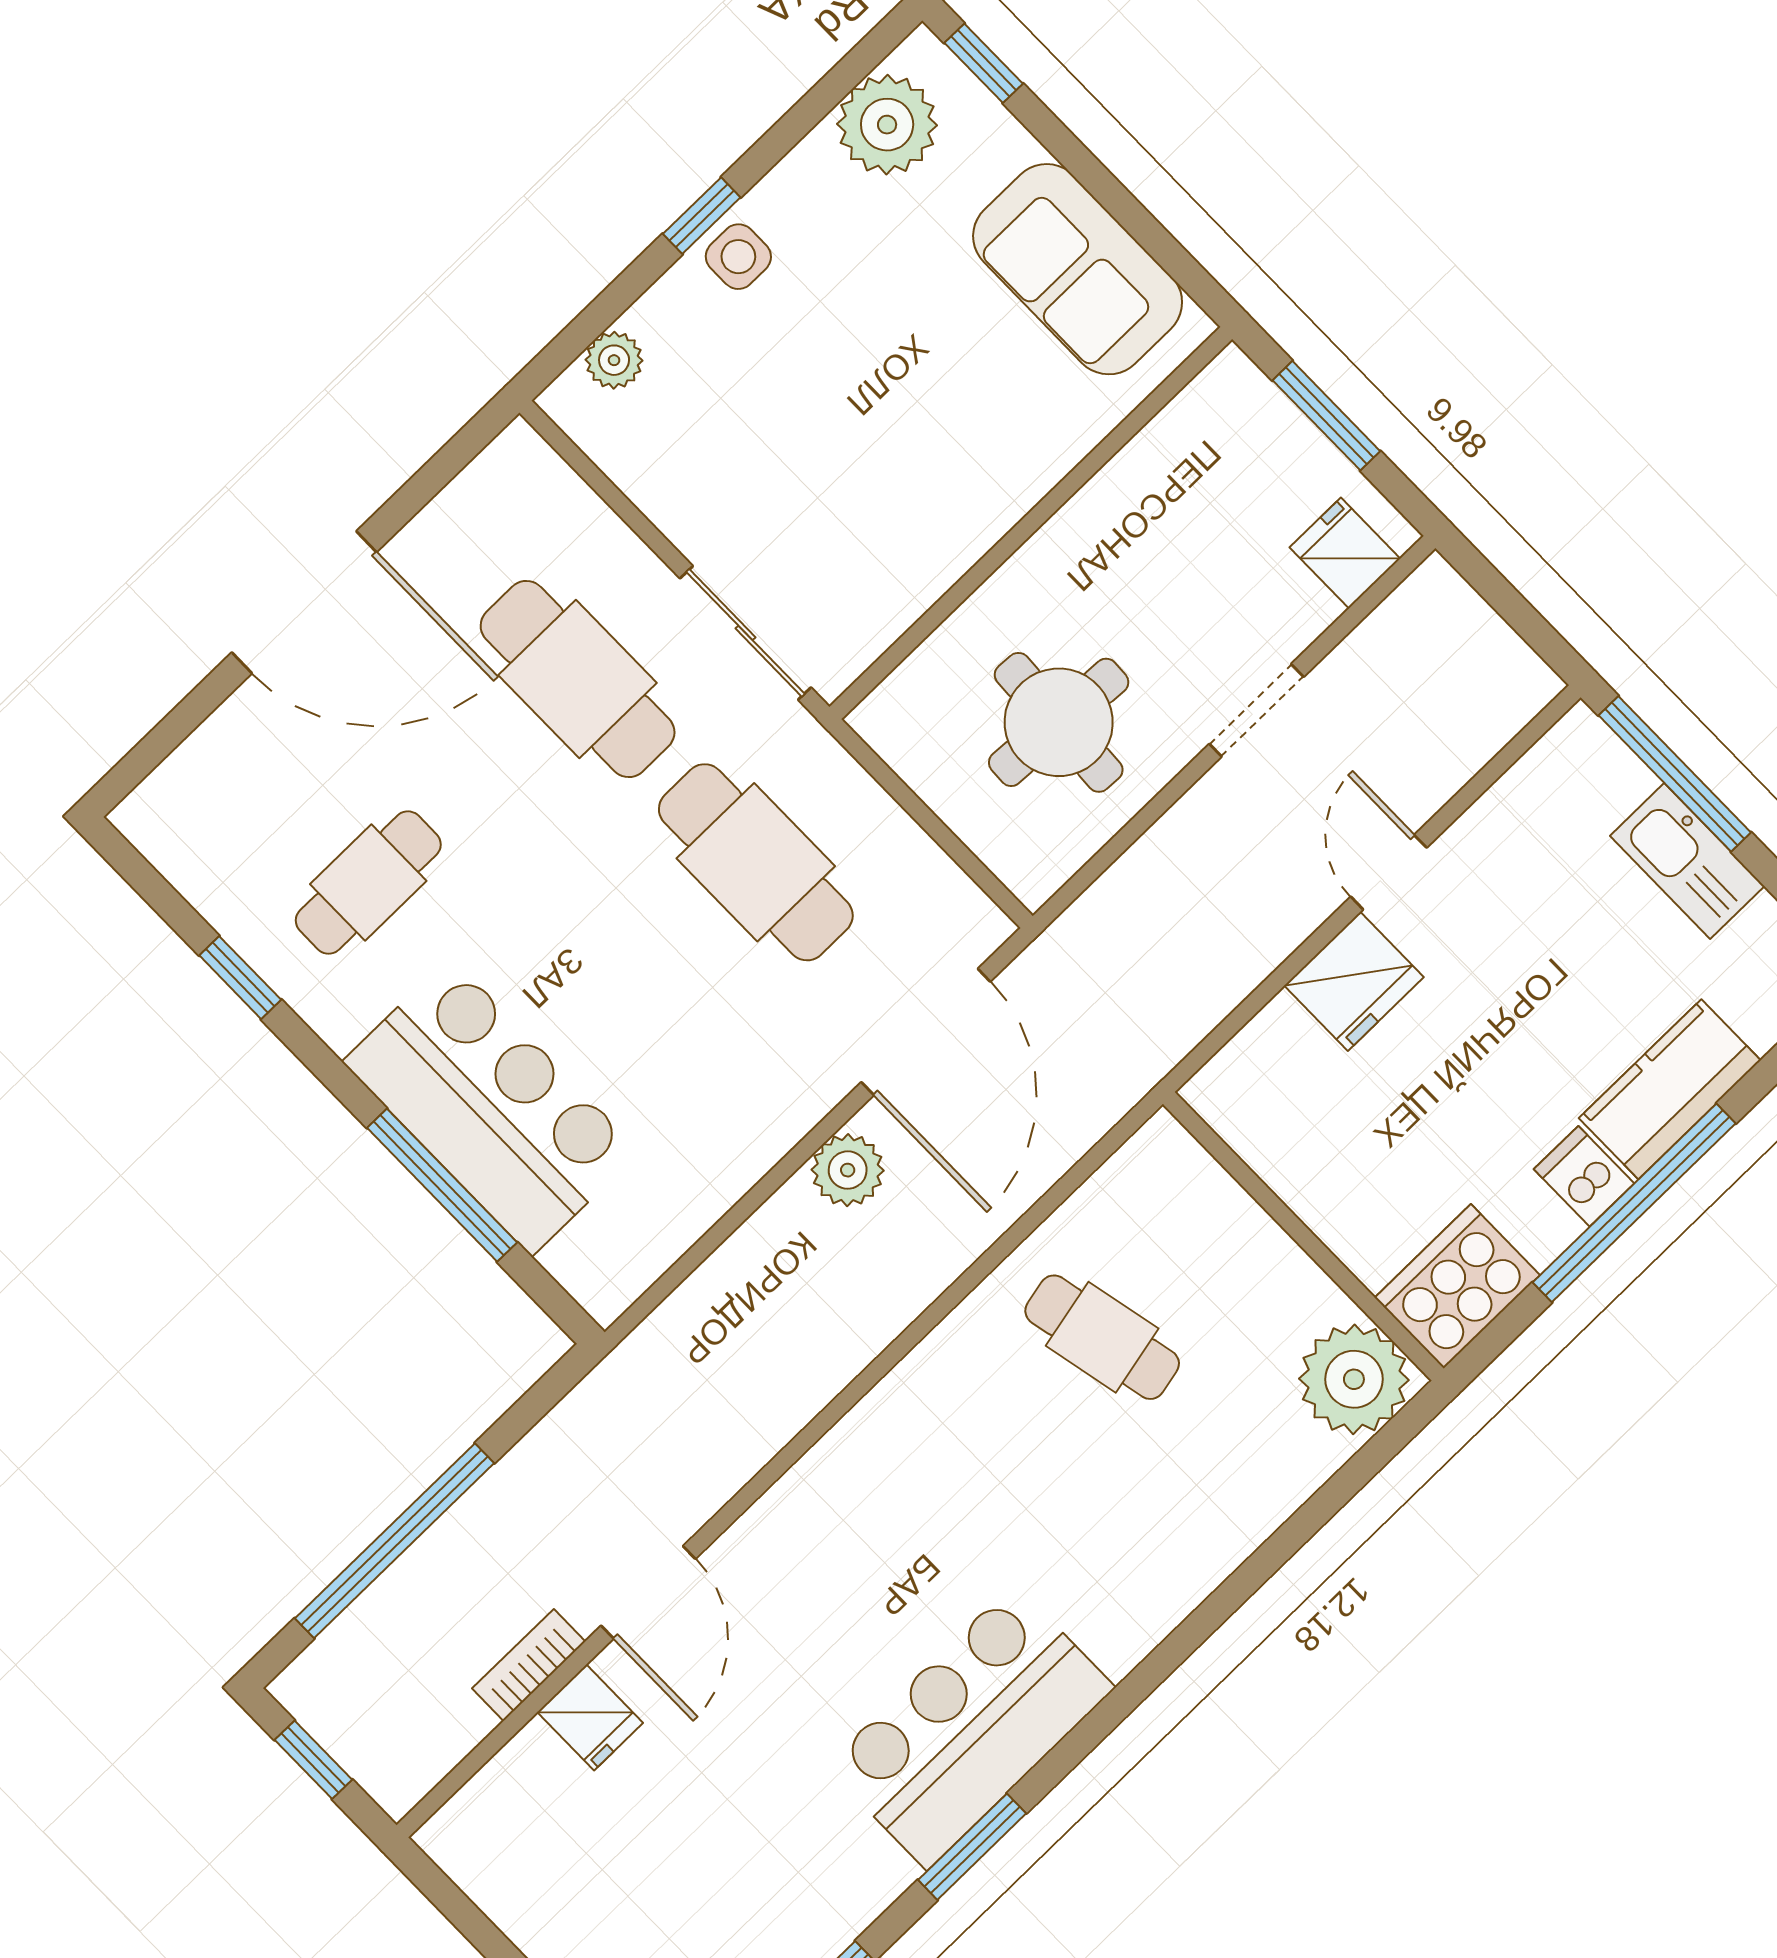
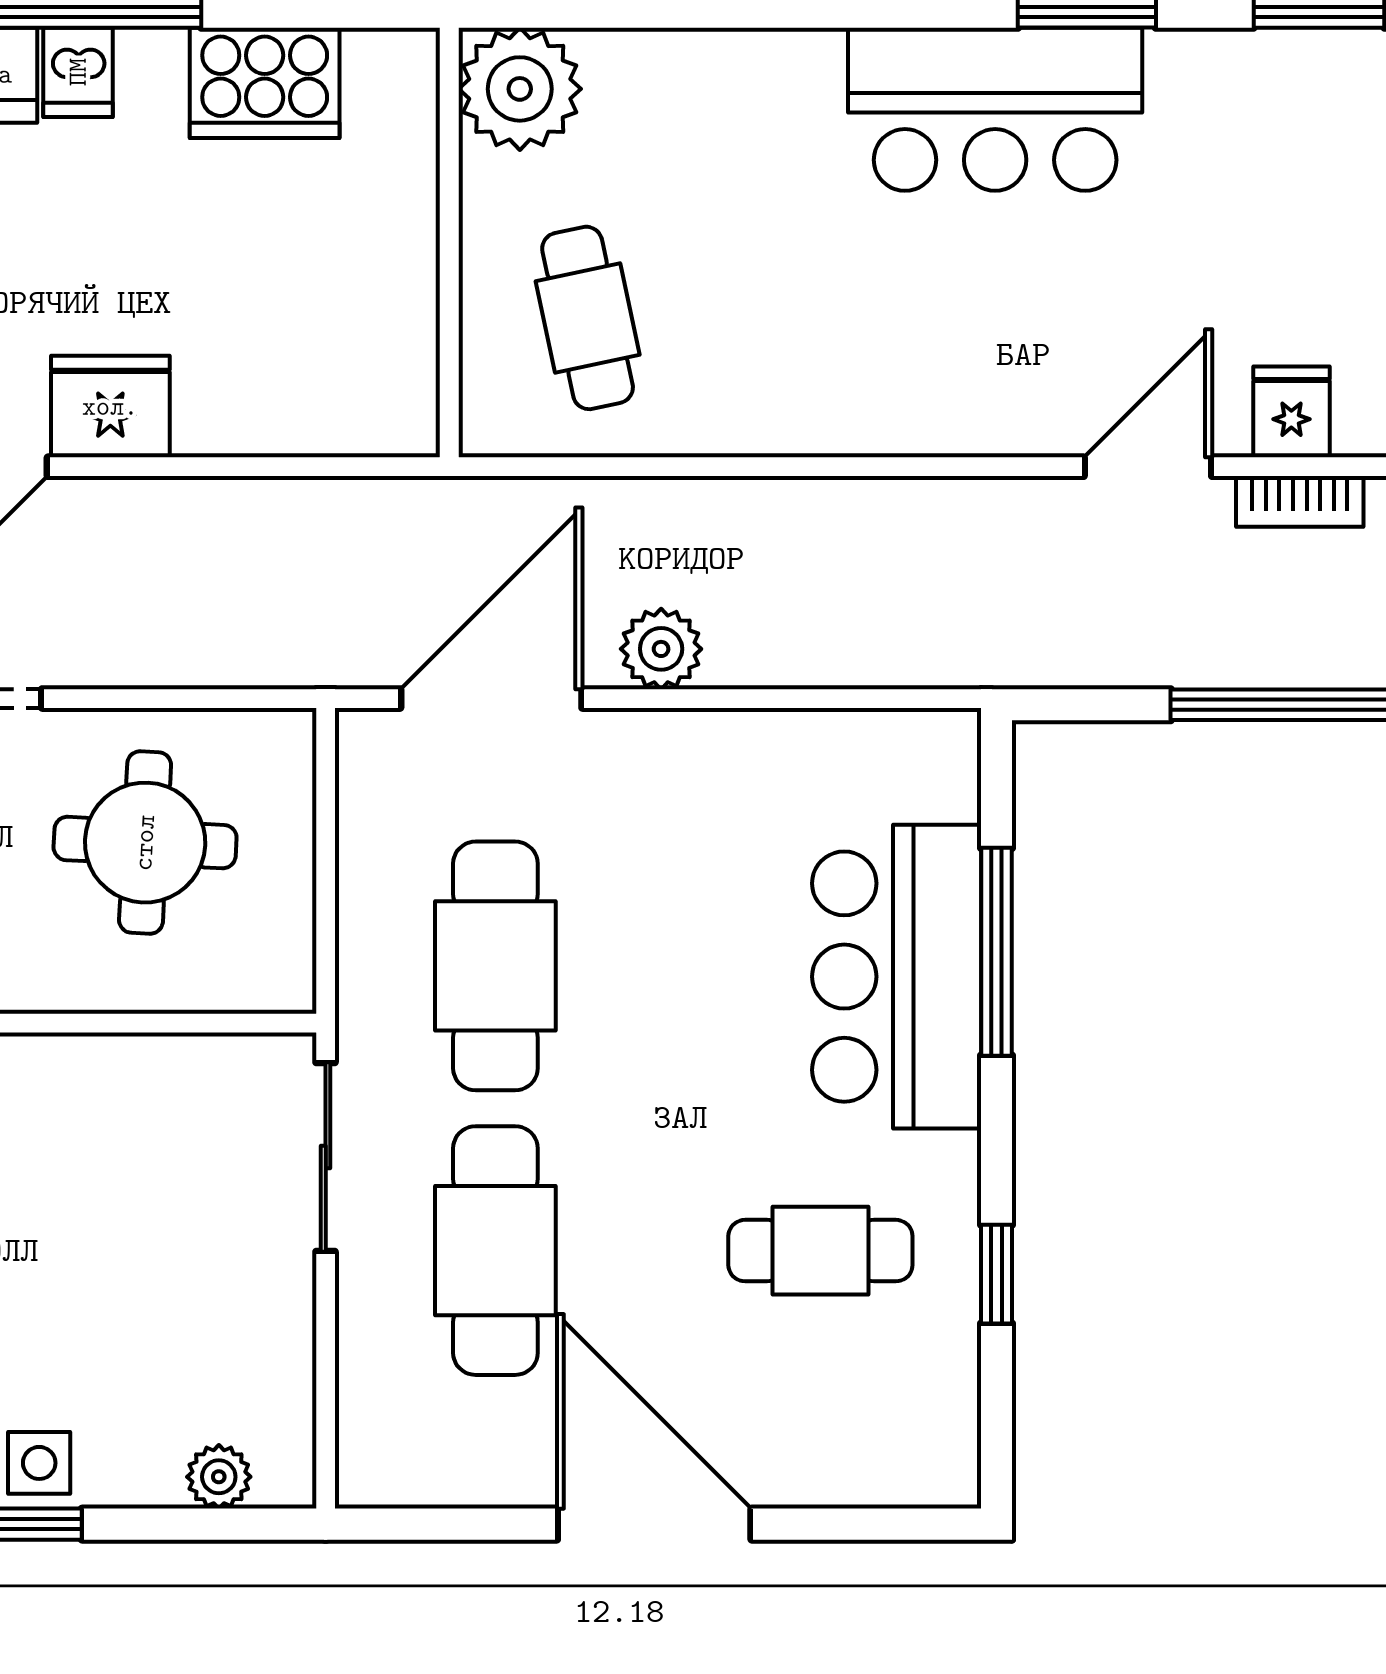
wall: (1303, 1236) -> (449, 243), moved
plant: (1354, 1379) -> (520, 89), moved

